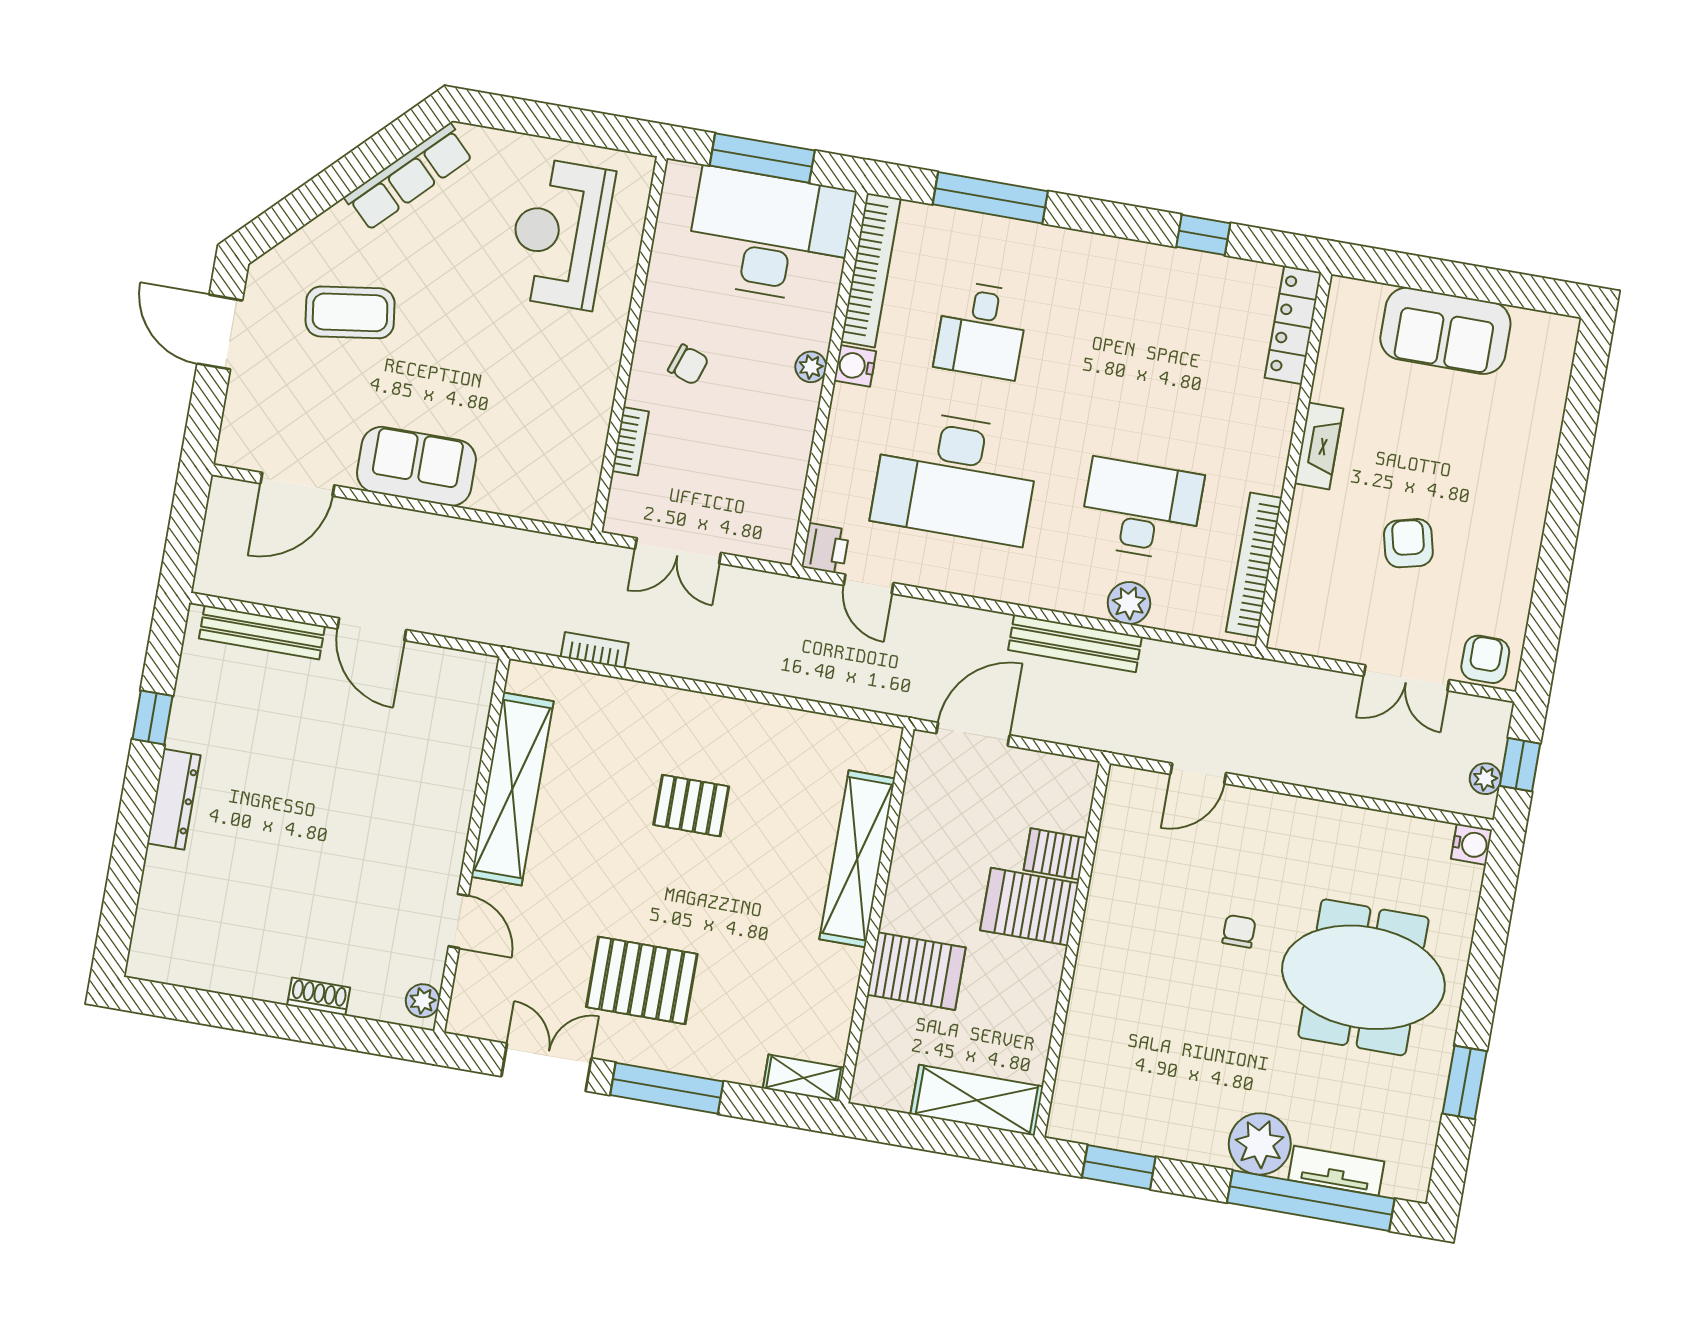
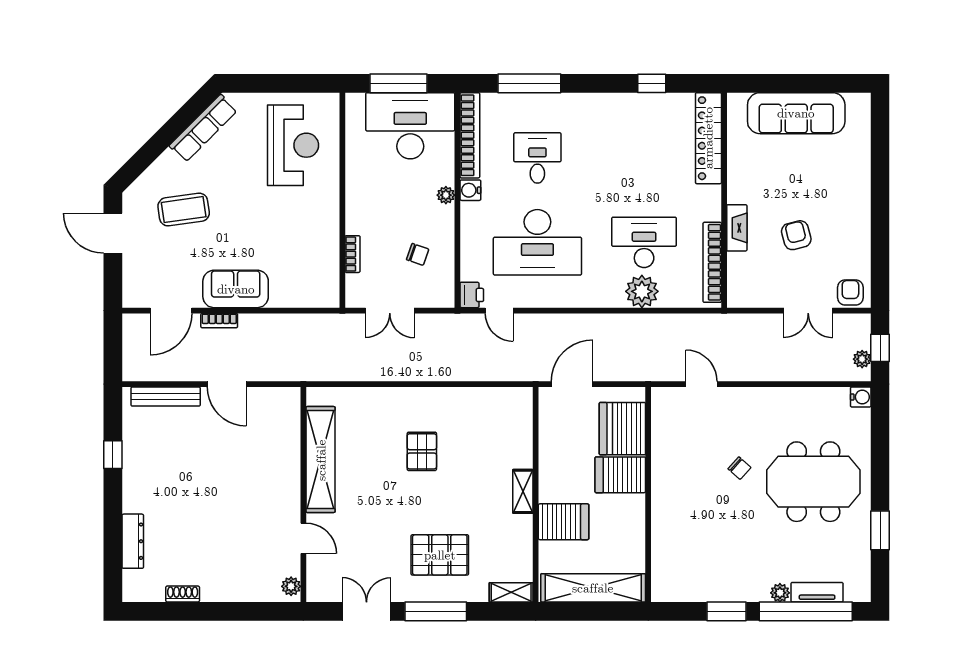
reception desk: (560, 234) -> (293, 145), turned 180
locker: (1293, 325) -> (708, 138), width x1.41, depth x1.21
desk: (981, 330) -> (537, 158), turned 180
sofa: (1445, 331) -> (796, 113), width x1.36
chair: (688, 365) -> (418, 254), moved
fireplace: (1319, 446) -> (737, 228), moved
plant: (1129, 603) -> (642, 291), width x1.36, depth x1.36
bench: (1075, 643) -> (620, 324), removed
bookcase: (595, 650) -> (219, 321), moved, turned 180
door: (1198, 774) -> (701, 384), swing flipped
dresser: (174, 799) -> (133, 541), moved
pallet: (691, 806) -> (422, 451), turned 90
server rack: (1055, 854) -> (622, 429), width x2.18, depth x1.44
shelving: (857, 859) -> (523, 491), width x0.45, depth x0.75
chair: (1239, 931) -> (740, 468), turned 132
pallet: (642, 980) -> (440, 555), moved
shoe rack: (319, 996) -> (183, 594), moved
shelving: (977, 1100) -> (593, 588), width x1.47
plant: (1260, 1144) -> (780, 593), width x0.53, depth x0.53
window: (1119, 1167) -> (727, 611), moved

